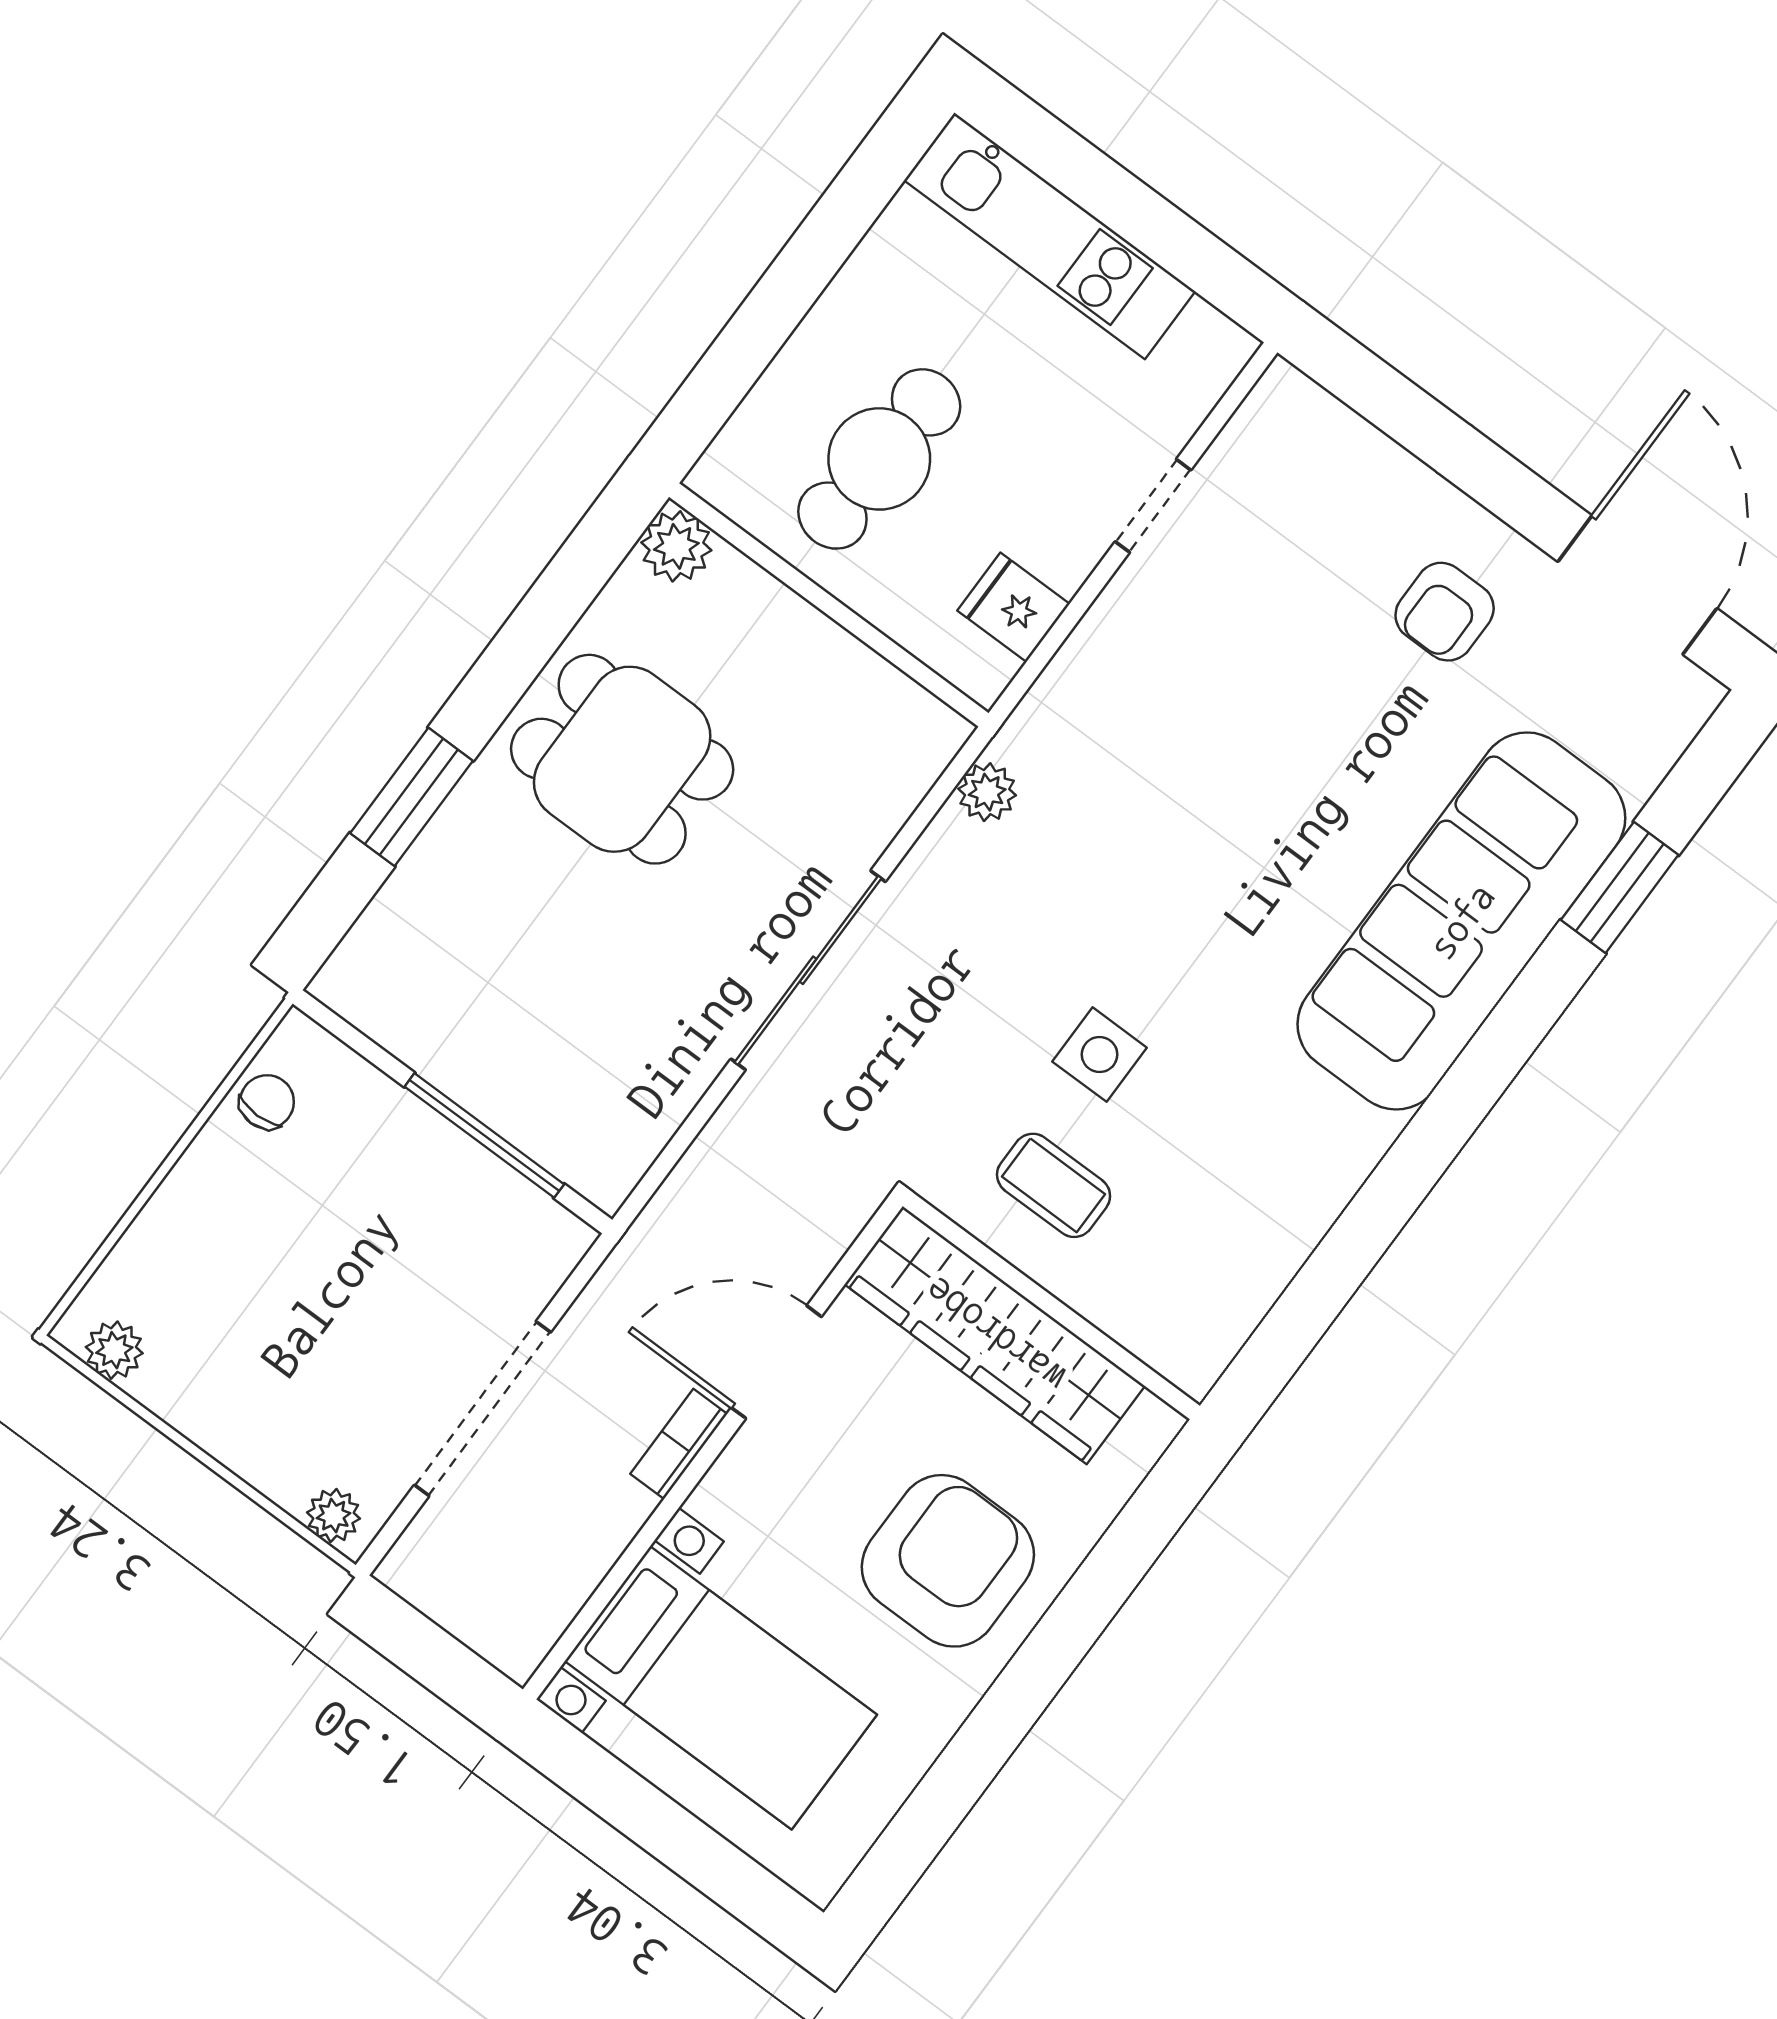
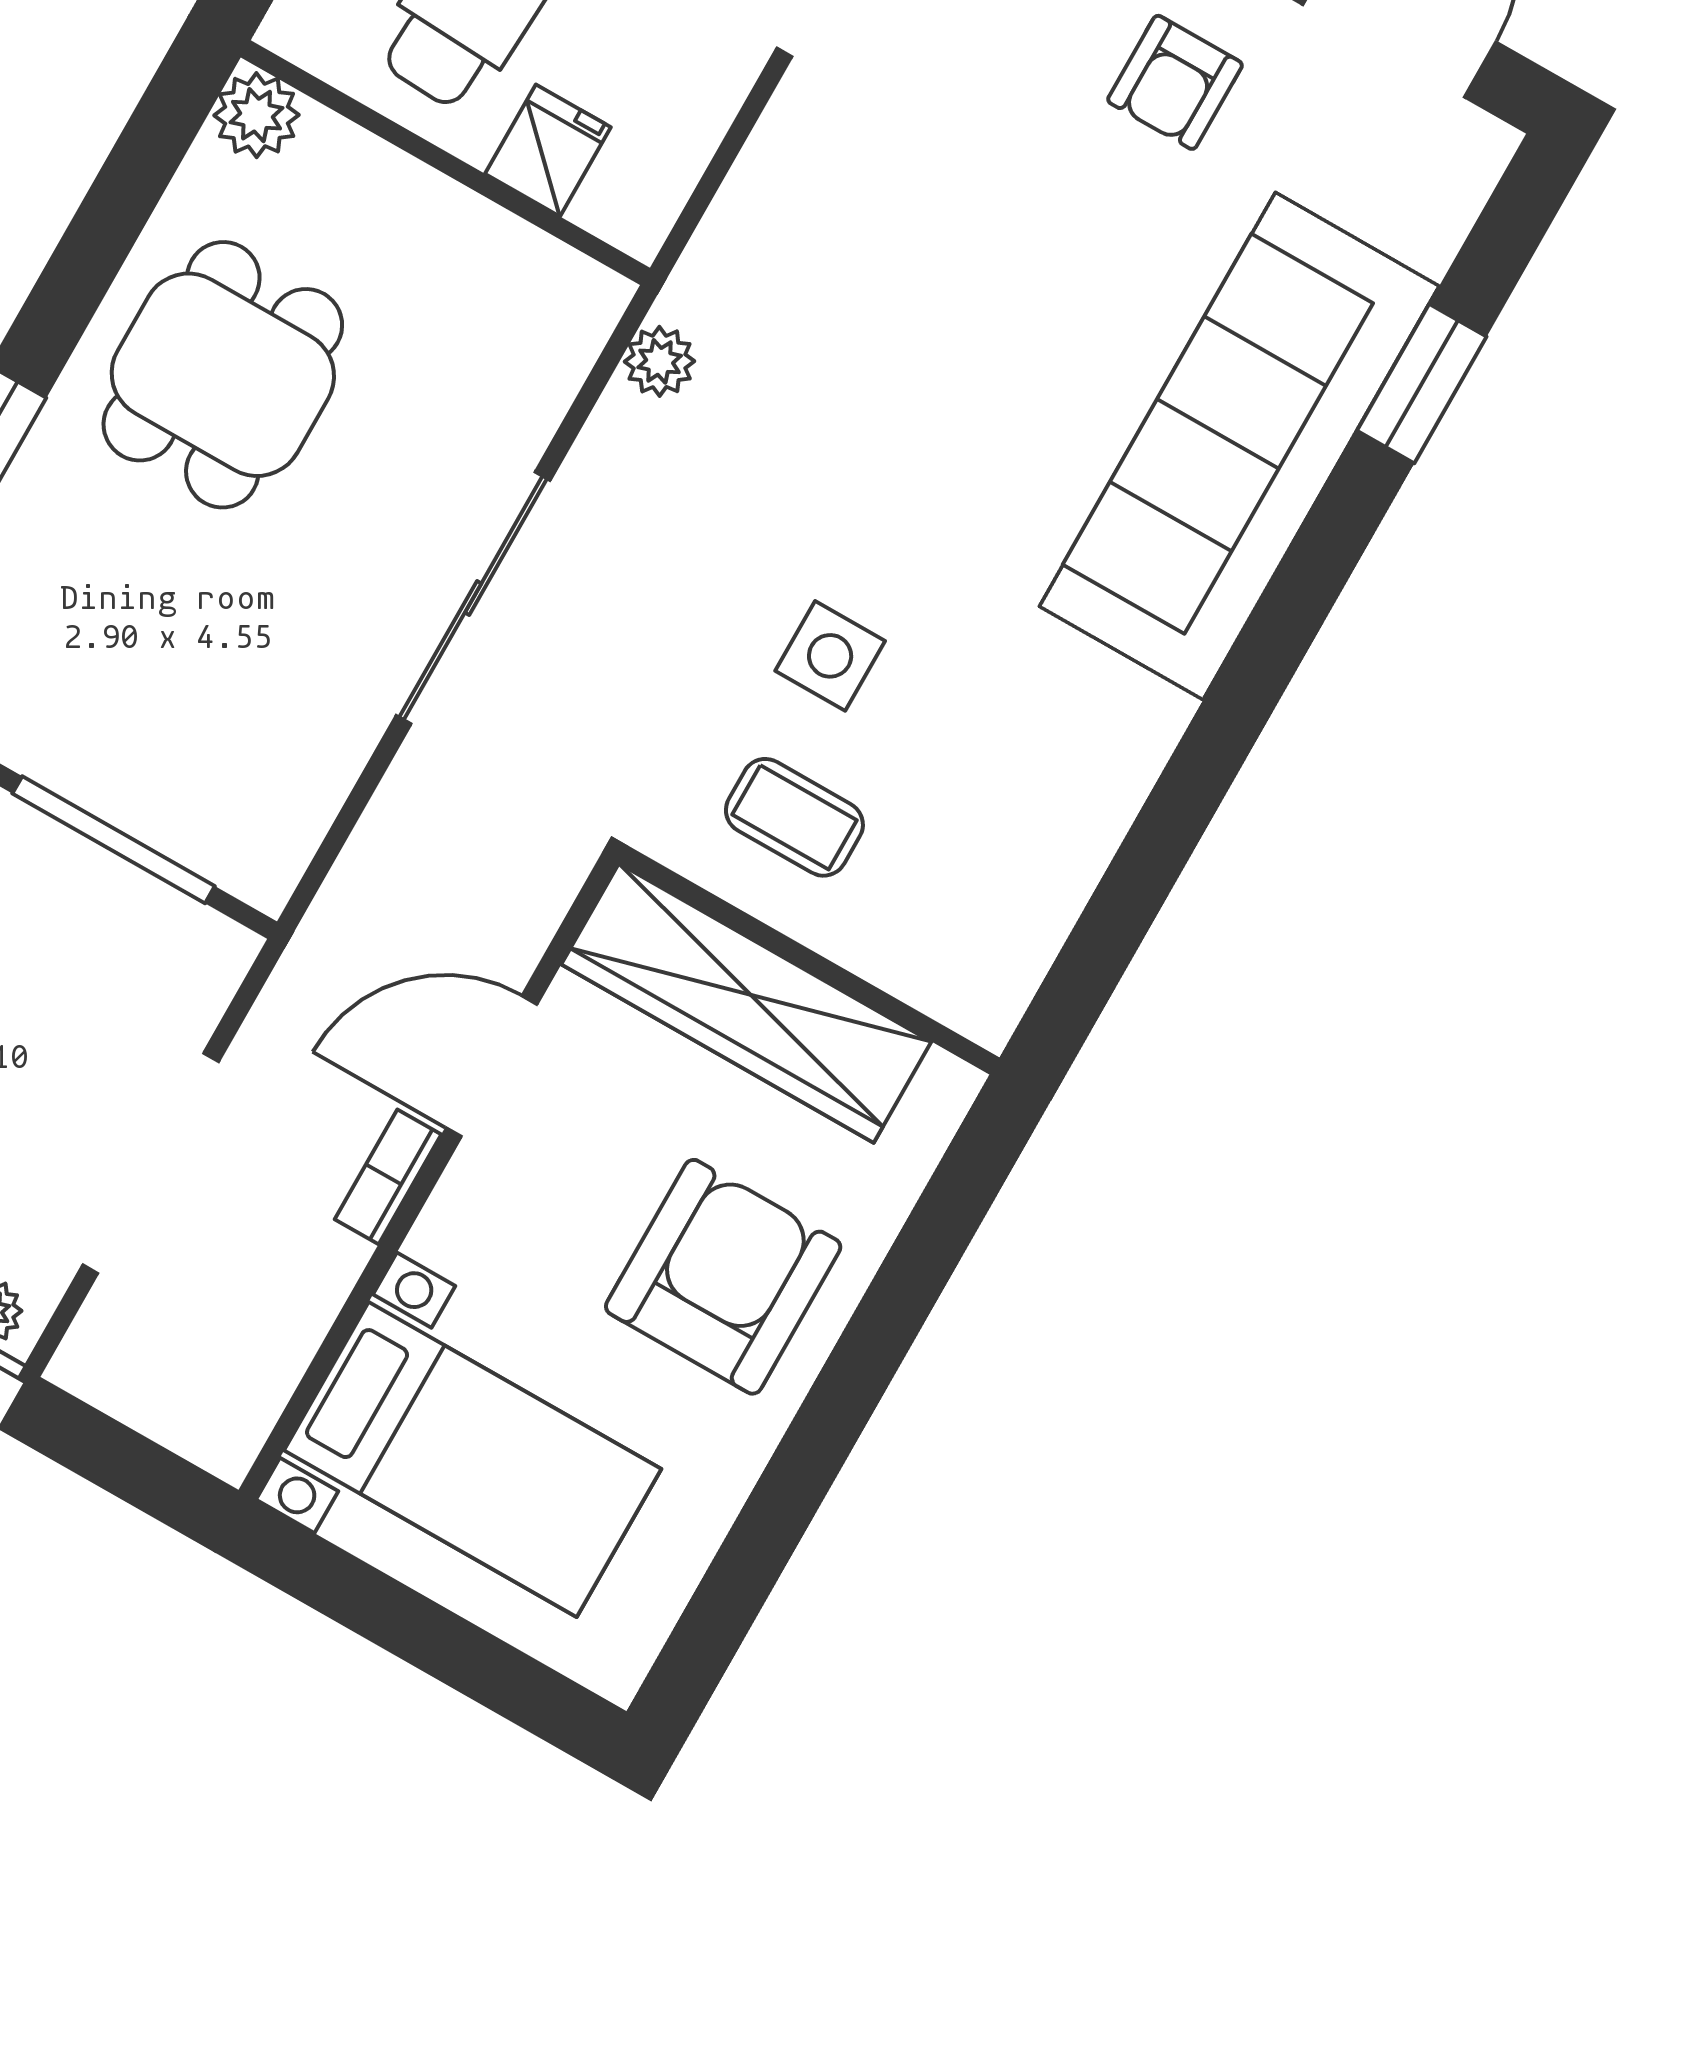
fridge: (1014, 607) -> (548, 150), moved, turned 90
dining table: (622, 759) -> (223, 375), turned 90

